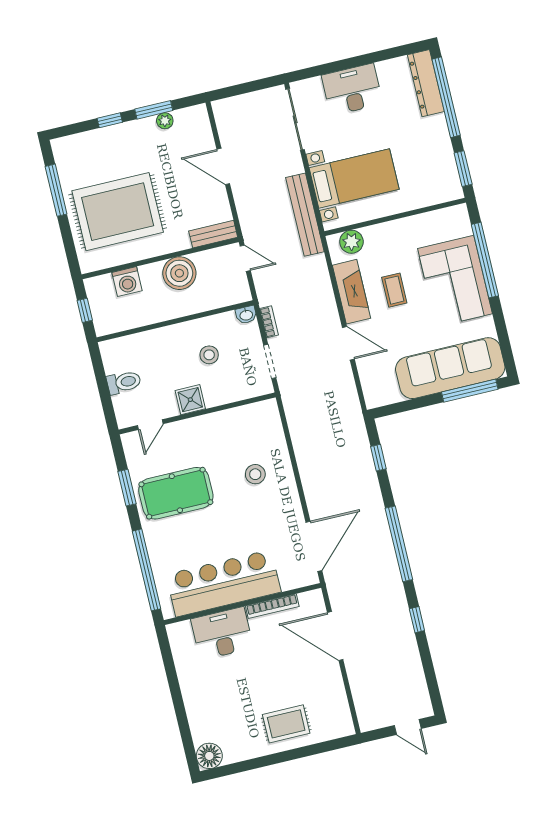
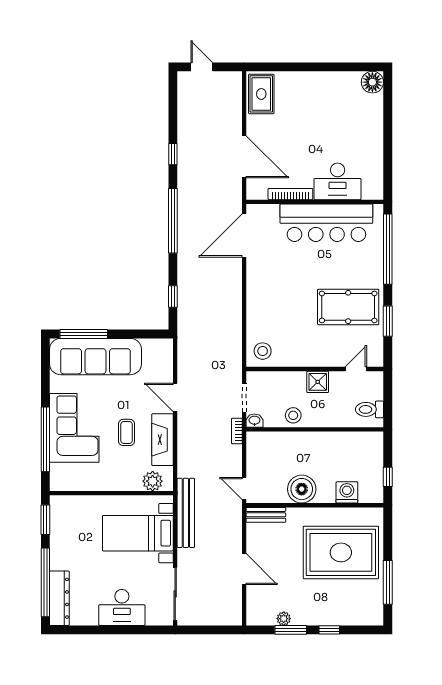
washbasin: (246, 315) -> (254, 421), moved
wall: (175, 321) -> (315, 429), moved
stool: (255, 474) -> (263, 351), moved
rug: (286, 724) -> (261, 94), moved, turned 90

